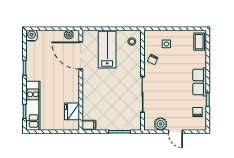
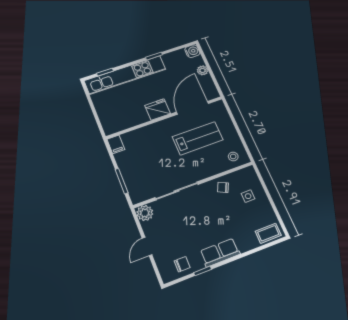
plant: (69, 35) -> (202, 70), moved
lab bench: (107, 50) -> (198, 138), moved
kitchen unit: (33, 106) -> (125, 75), width x1.36
fridge: (72, 111) -> (158, 110), moved
plant: (161, 124) -> (145, 213), moved

